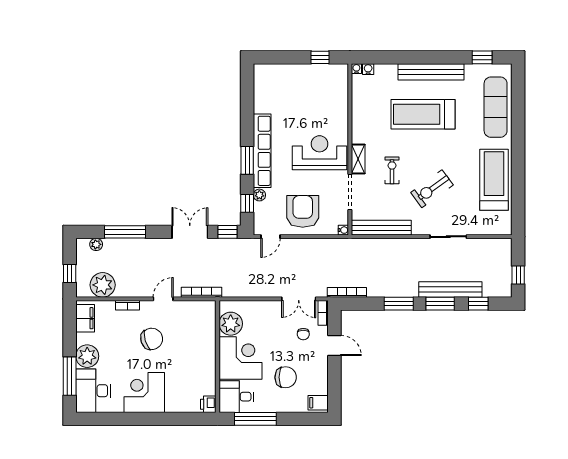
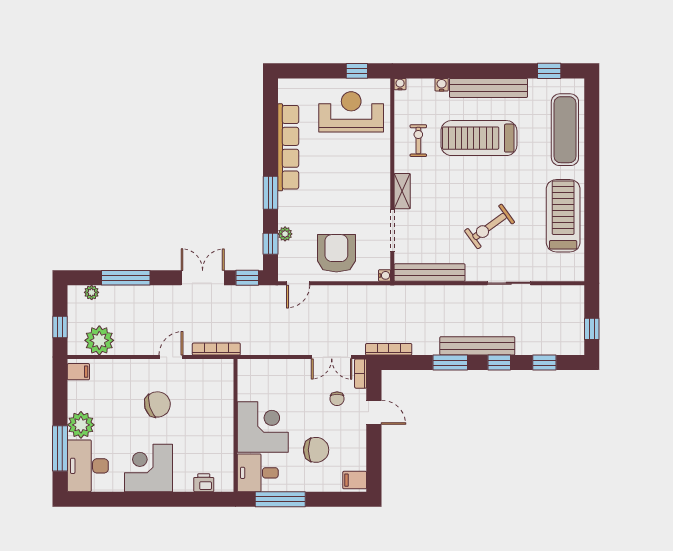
water cooler: (368, 69) -> (442, 85), moved
row of seats: (262, 151) -> (288, 147), moved
reception desk: (320, 153) -> (351, 112), moved
exercise bike: (392, 170) -> (418, 141), moved
bench: (450, 290) -> (477, 346), moved
window: (440, 304) -> (499, 363), width x0.67
bookcase: (128, 305) -> (129, 365), removed
filing cabinet: (85, 318) -> (78, 372), width x0.50
plant: (231, 324) -> (251, 386), removed
printer: (208, 404) -> (204, 483), moved, turned 90

